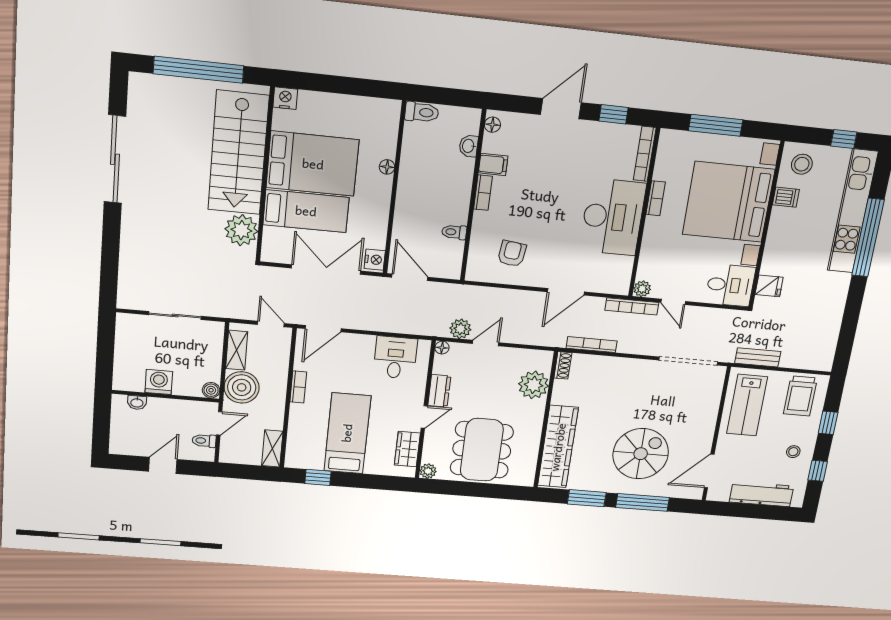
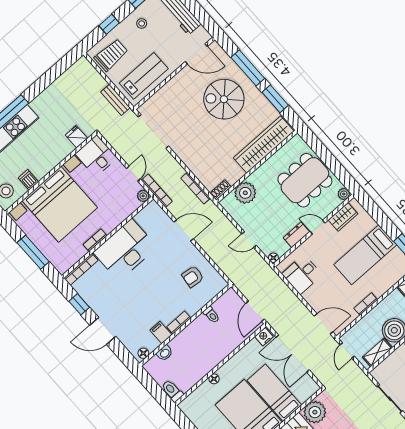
plant: (460, 329) -> (255, 260), removed

